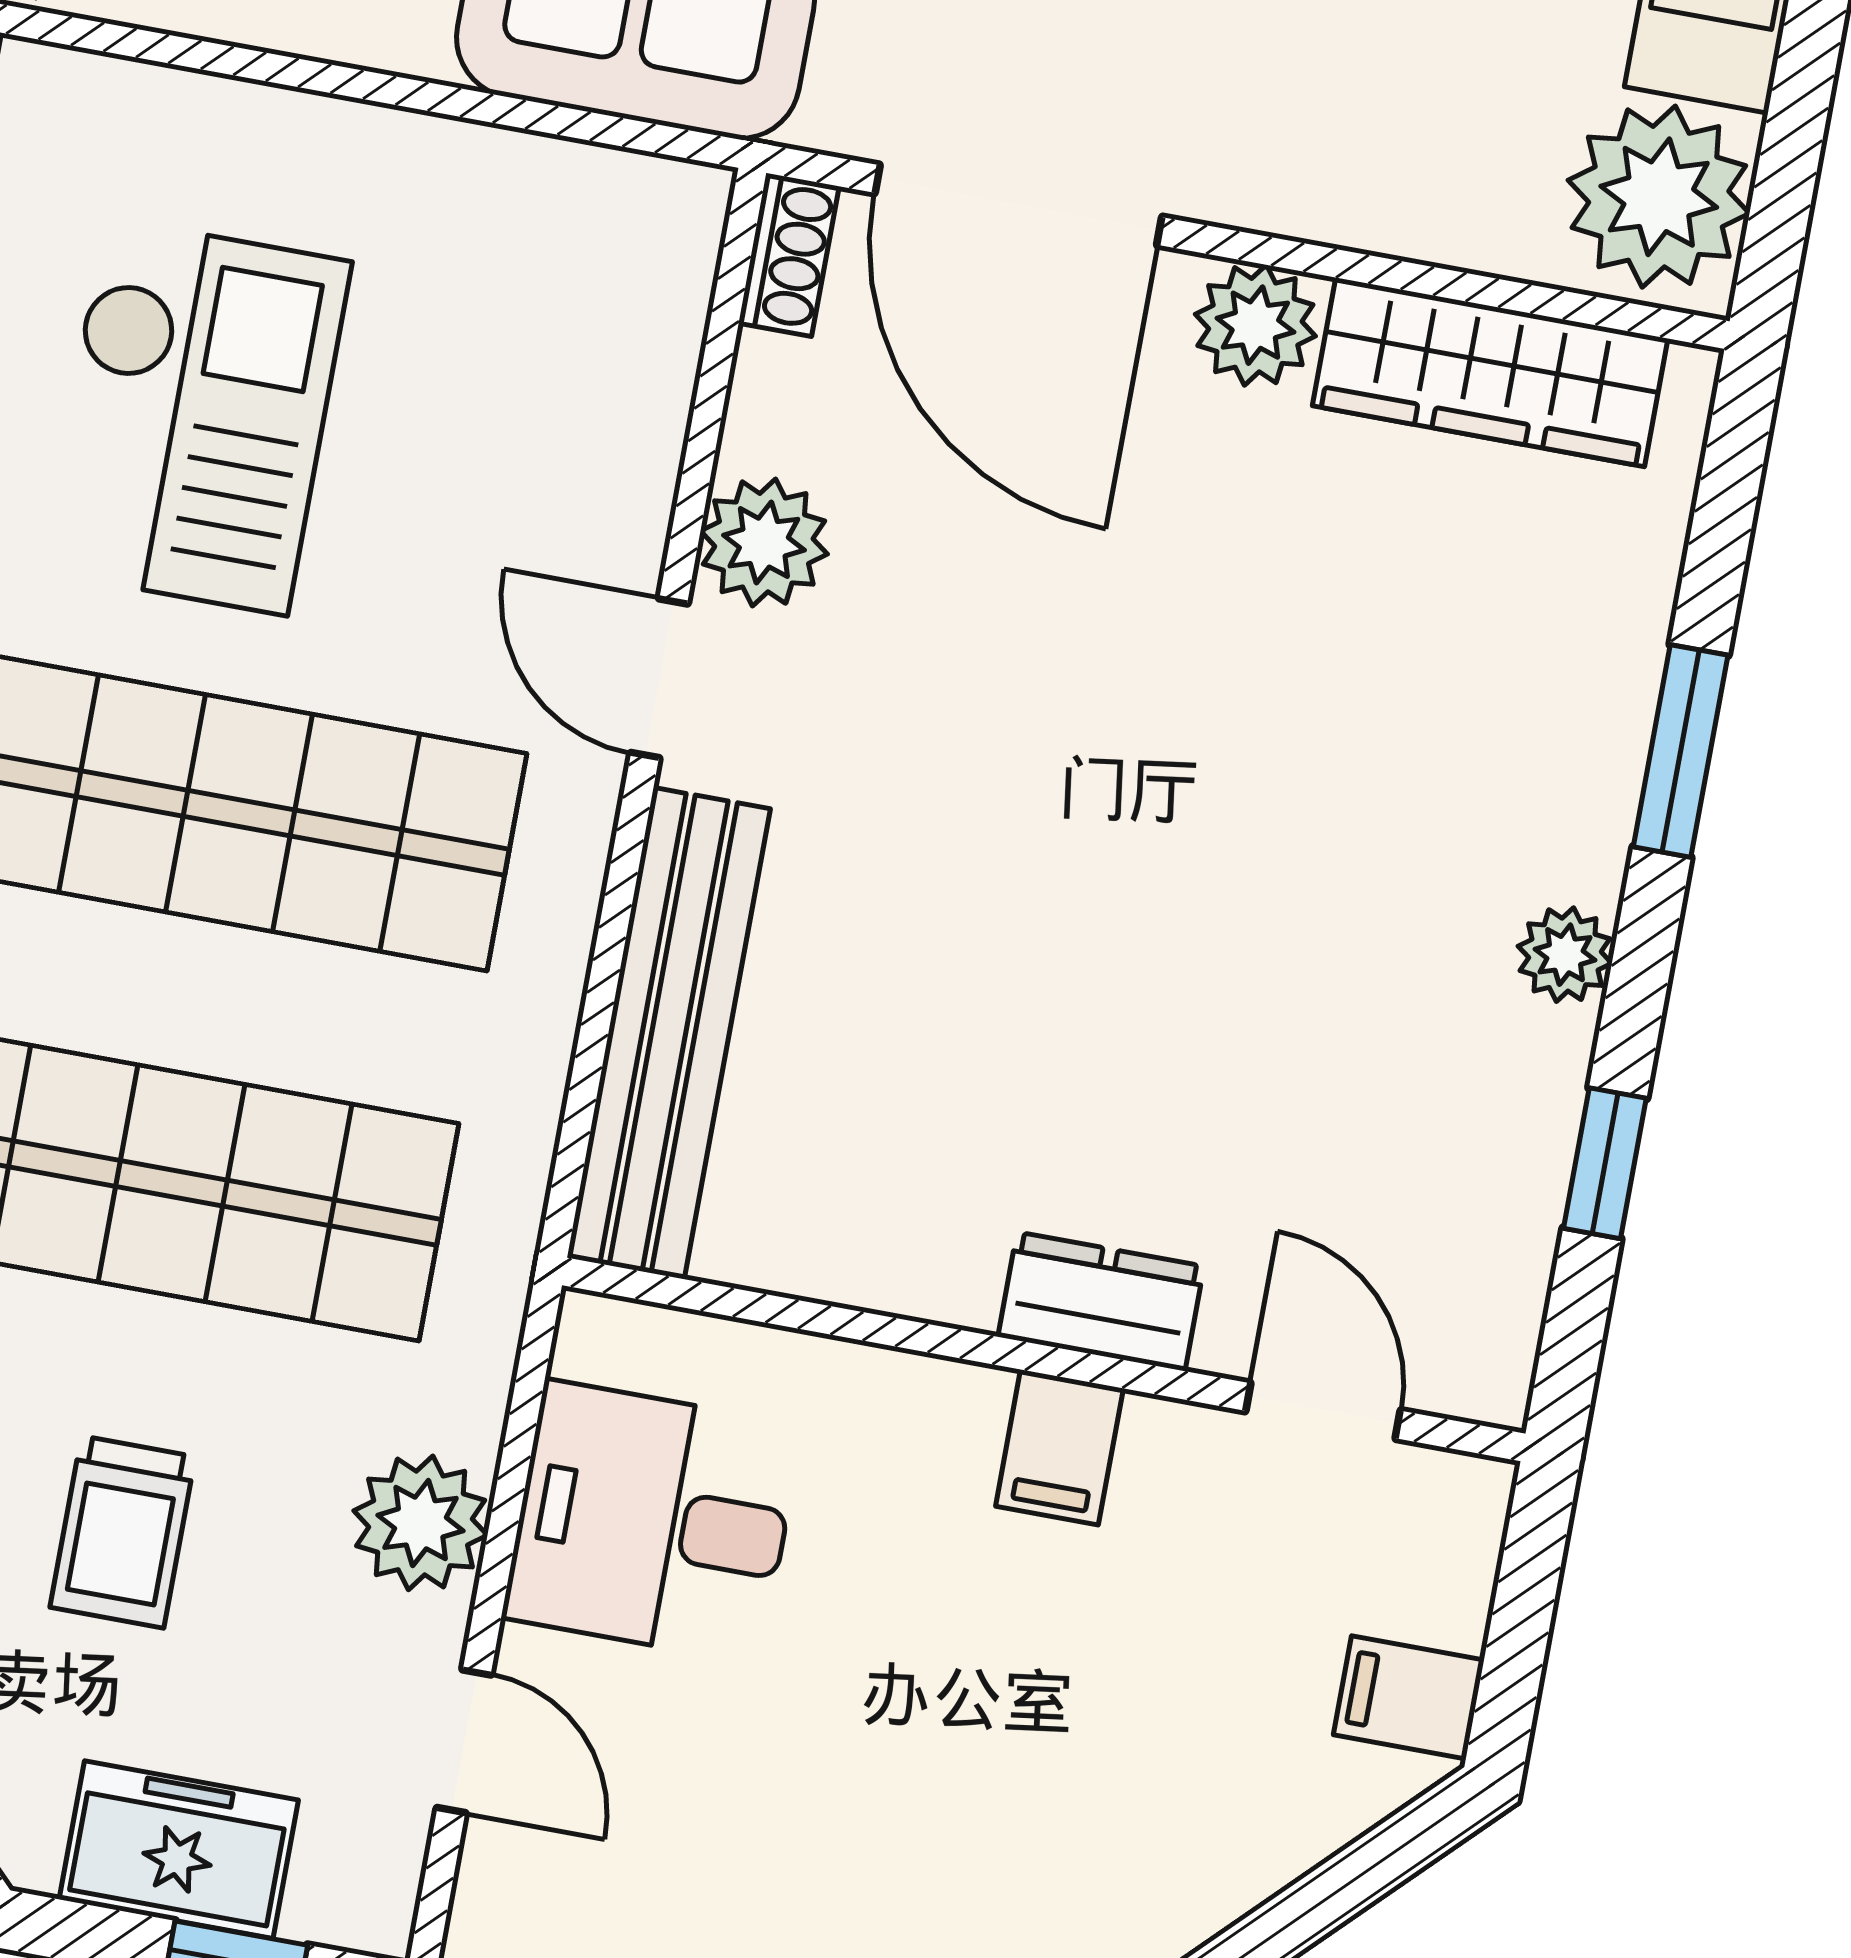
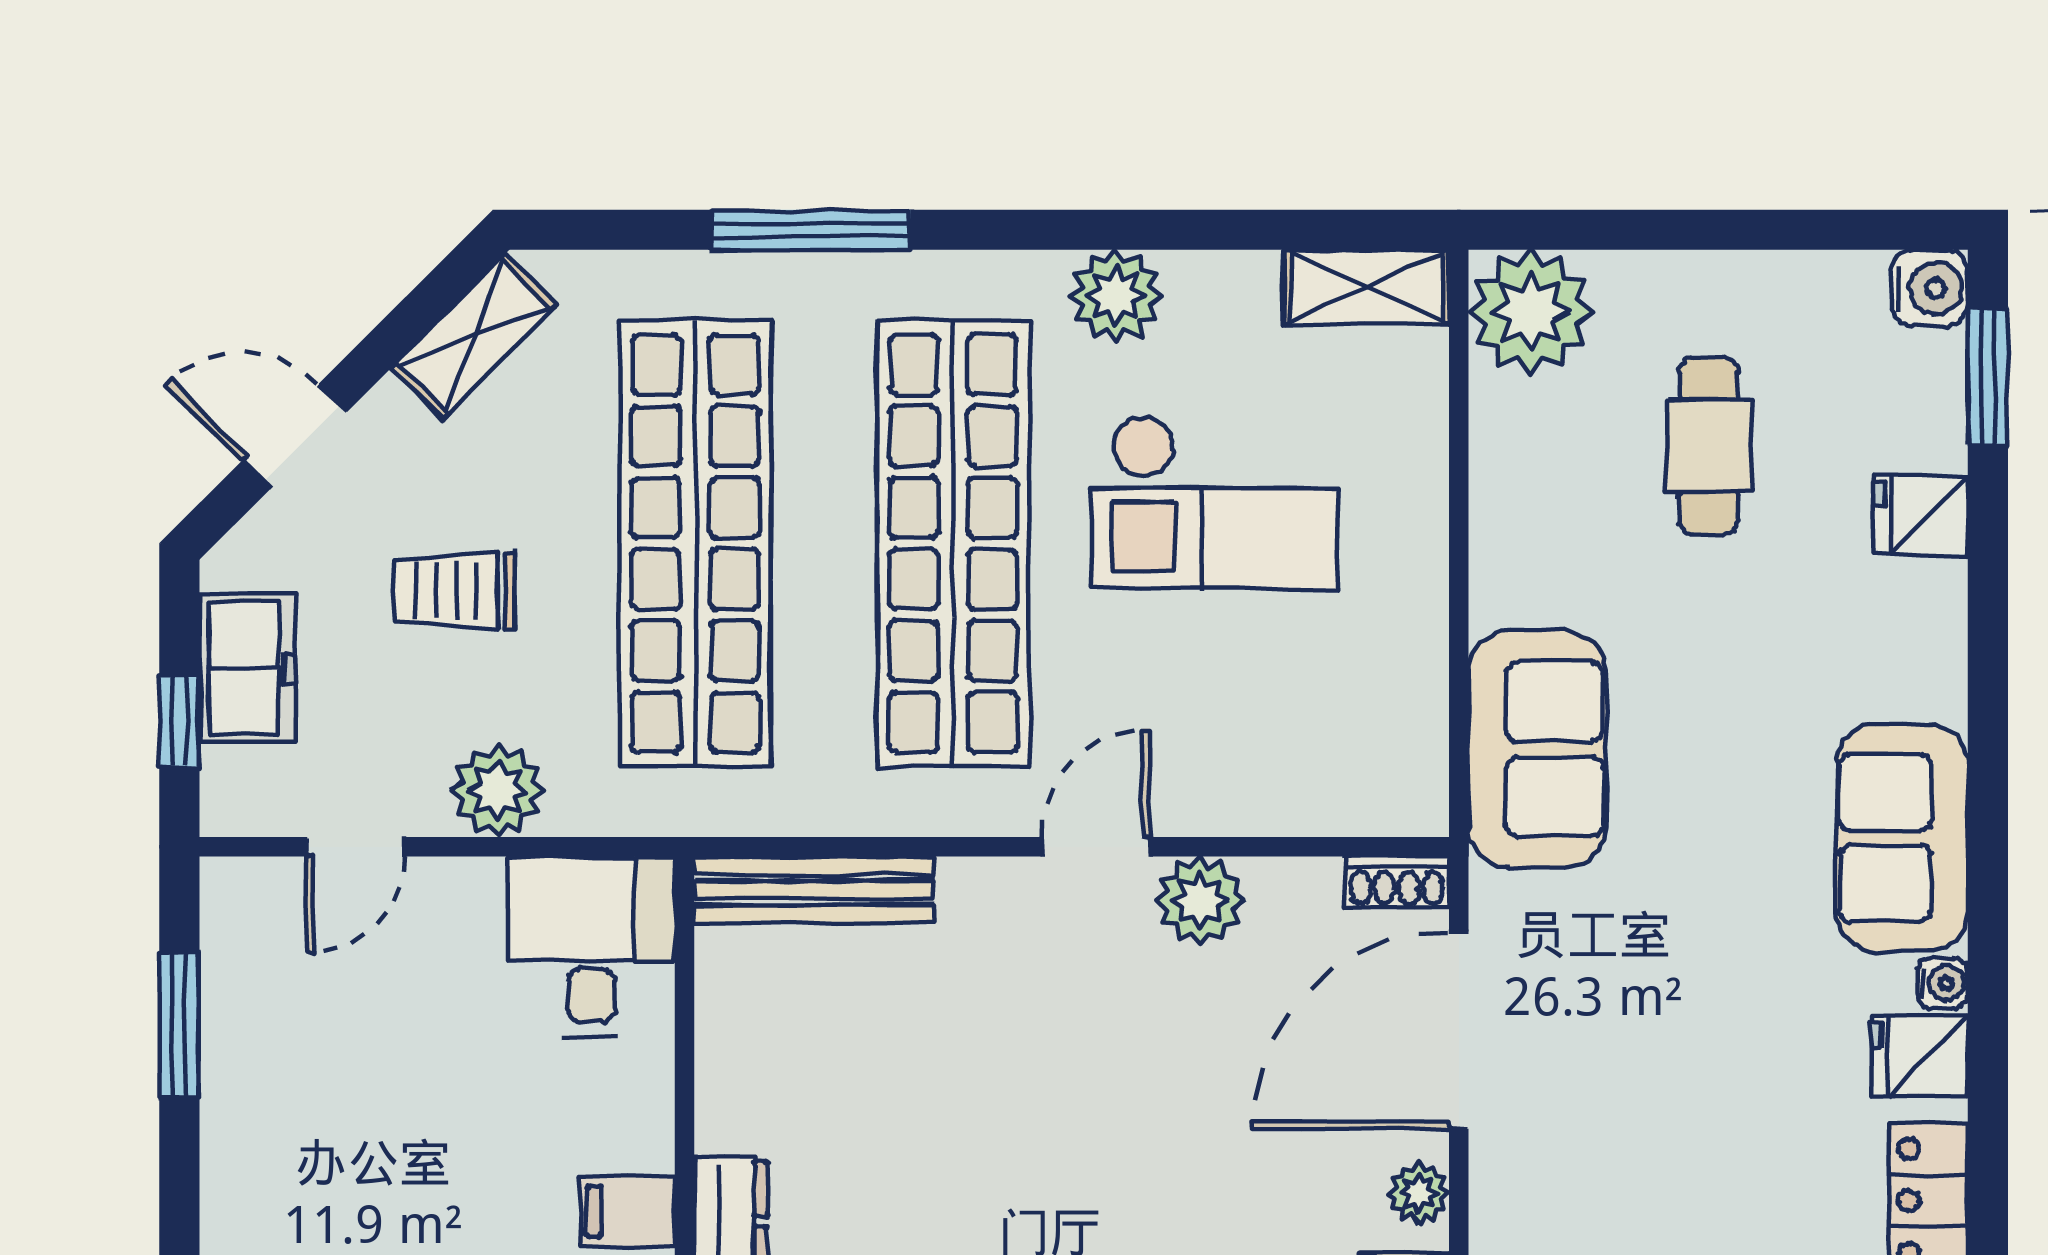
plant: (1255, 325) -> (1419, 1193), width x0.73, depth x0.73
bench: (669, 1033) -> (814, 890), width x0.73, depth x0.82
desk: (652, 1522) -> (591, 946), moved

